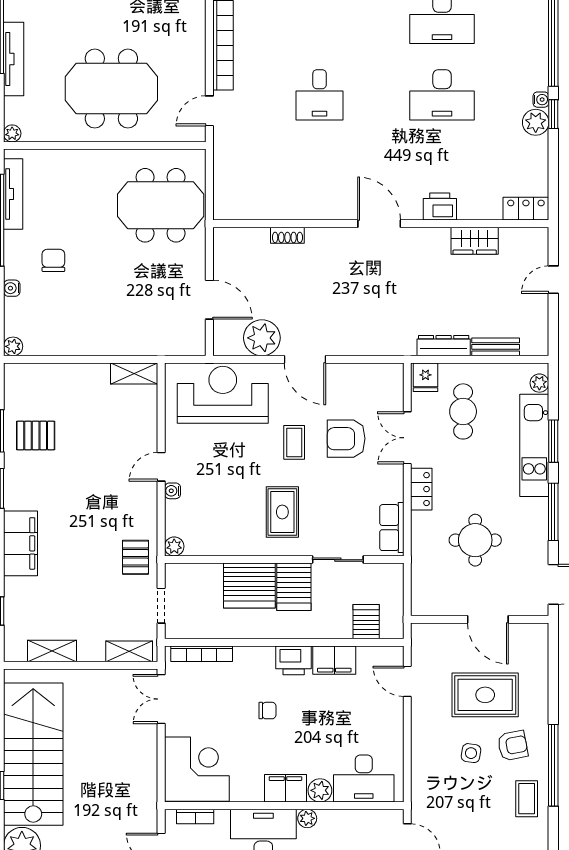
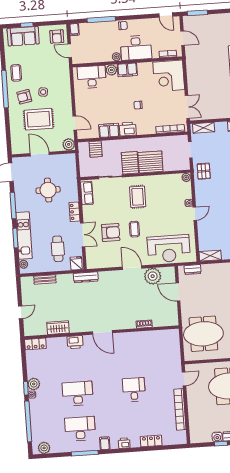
dresser: (174, 346) -> (193, 270), added
dresser: (444, 346) -> (86, 277), moved
plant: (424, 636) -> (69, 144), added

